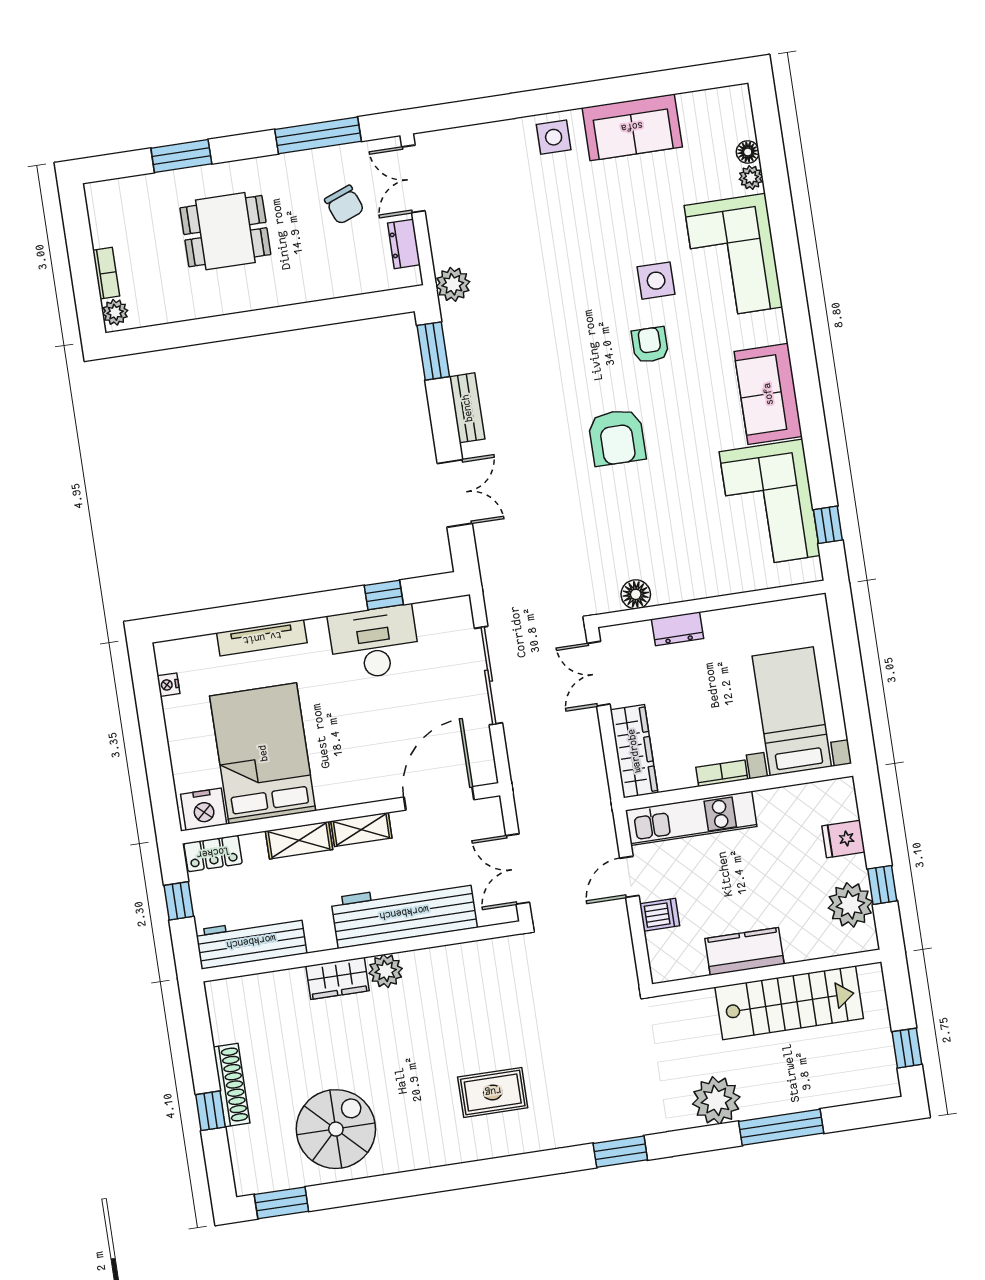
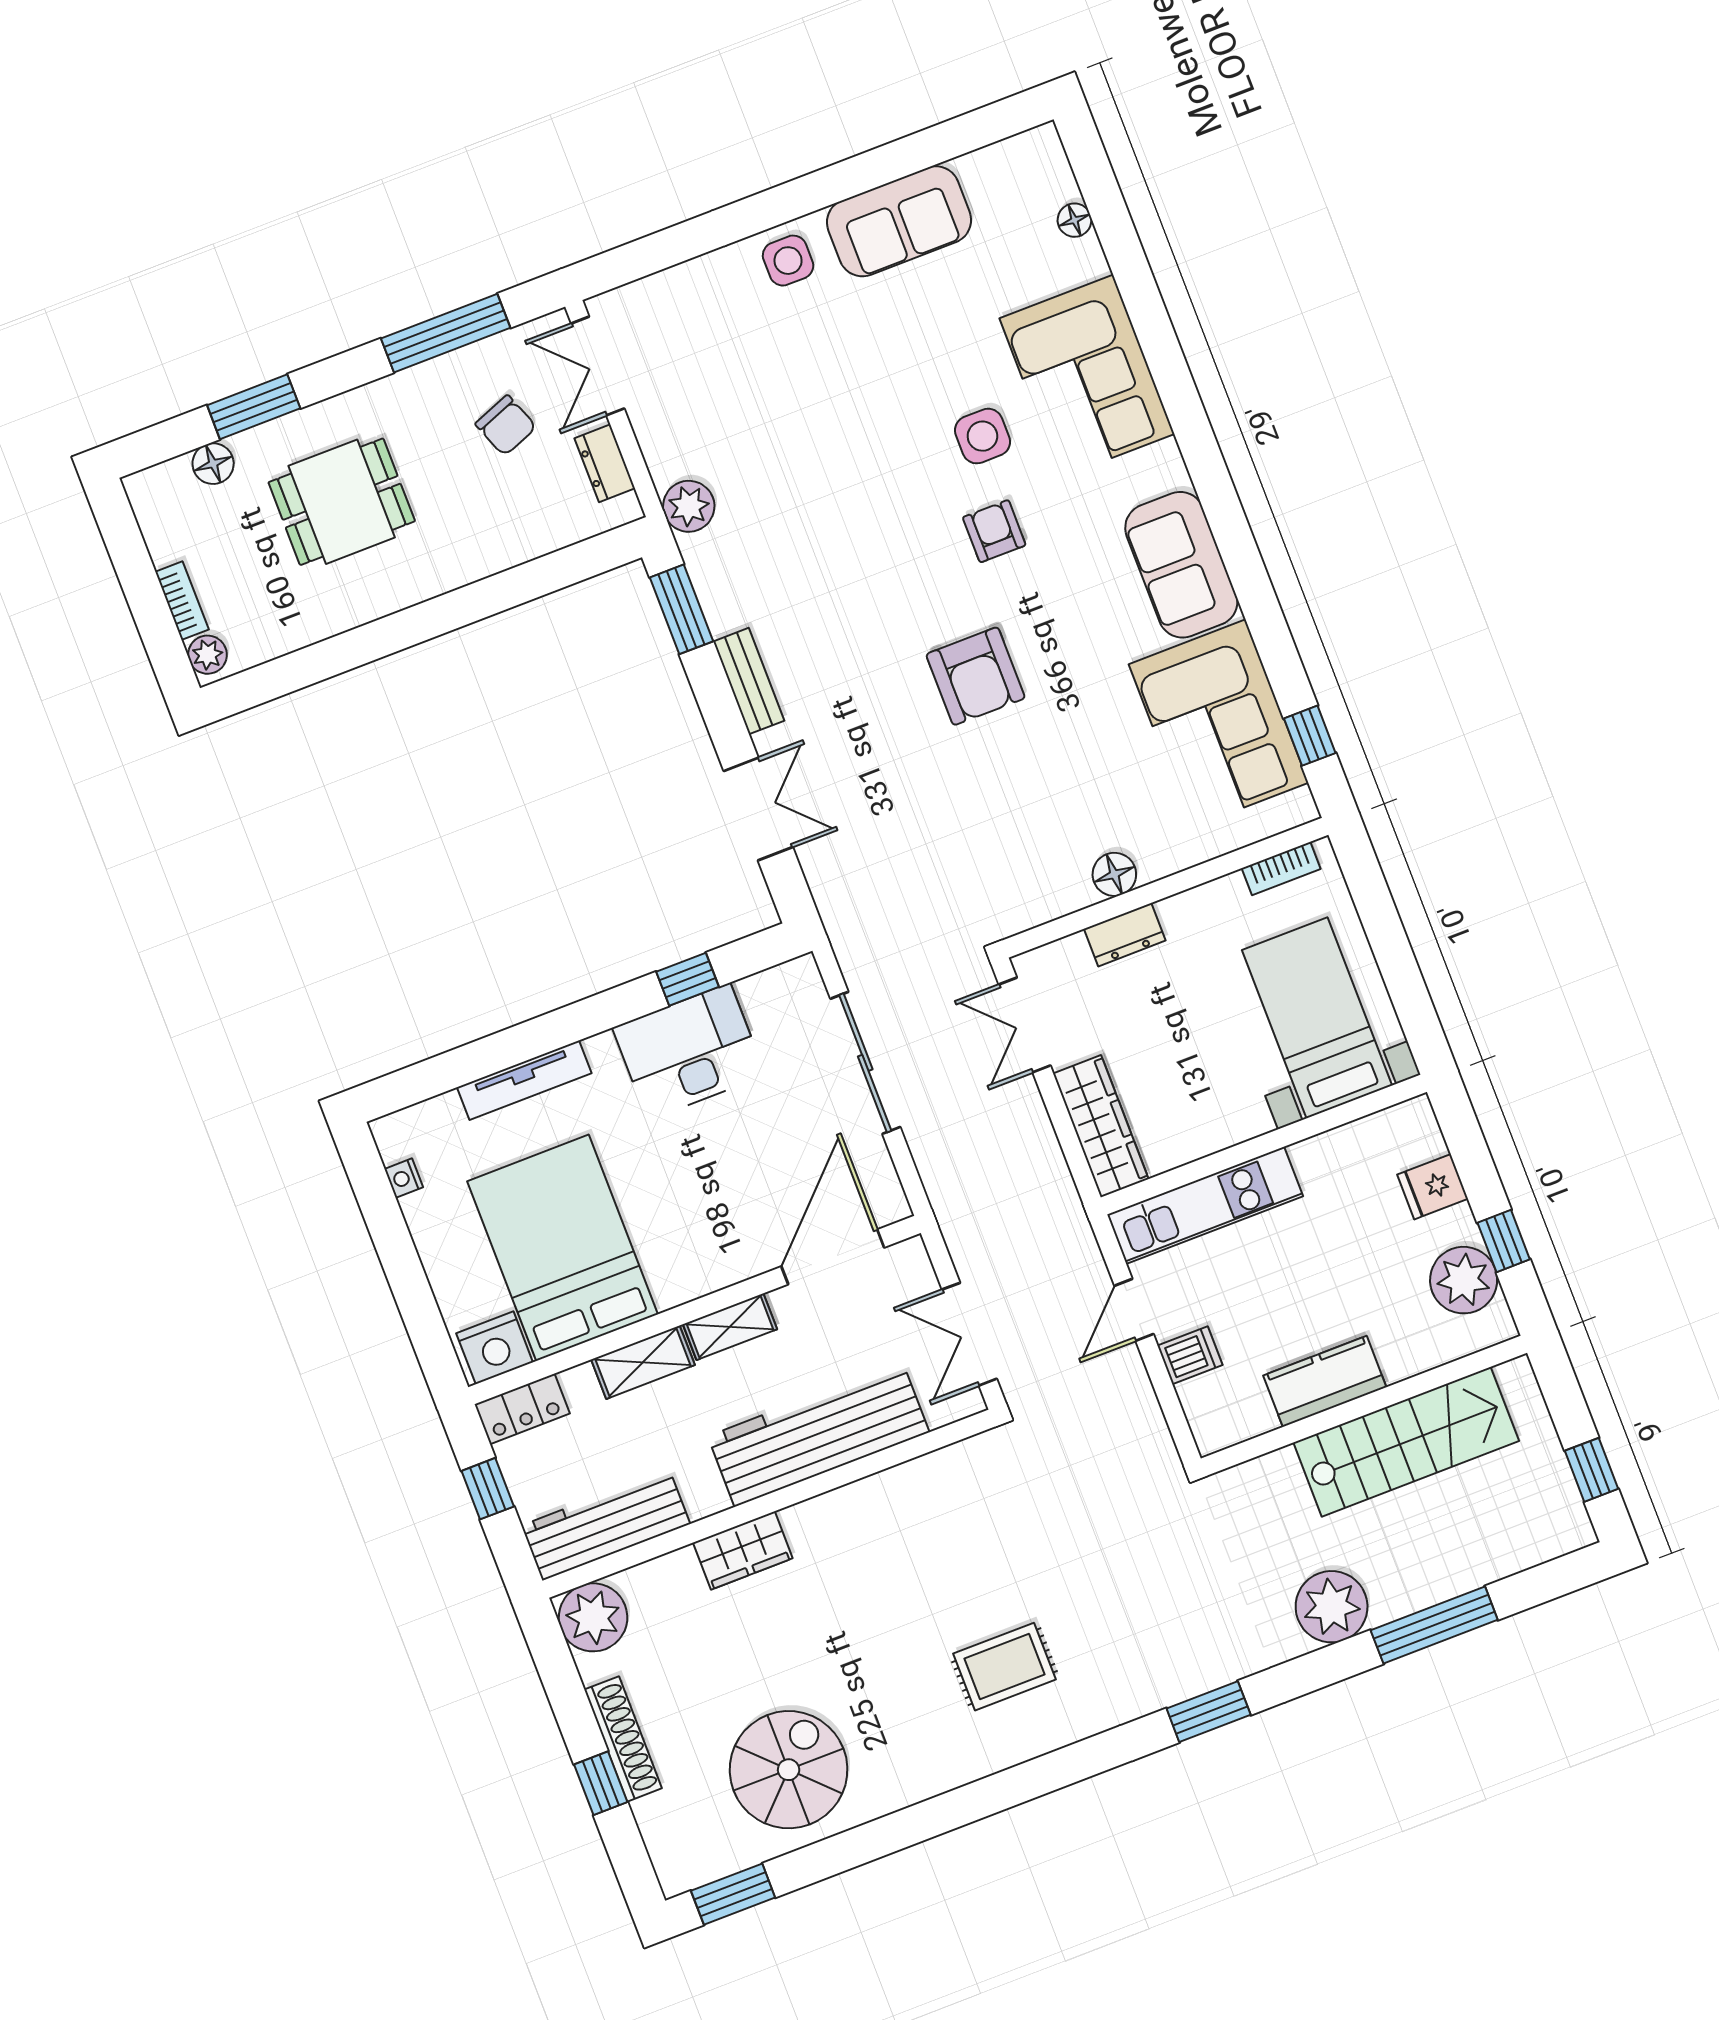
plant: (751, 178) -> (1087, 256), removed
floor lamp: (146, 188) -> (213, 464), added
floor lamp: (636, 594) -> (1114, 874), moved
bookcase: (722, 773) -> (1281, 869), moved, turned 180
plant: (386, 971) -> (593, 1617), moved, width x1.36, depth x1.36

